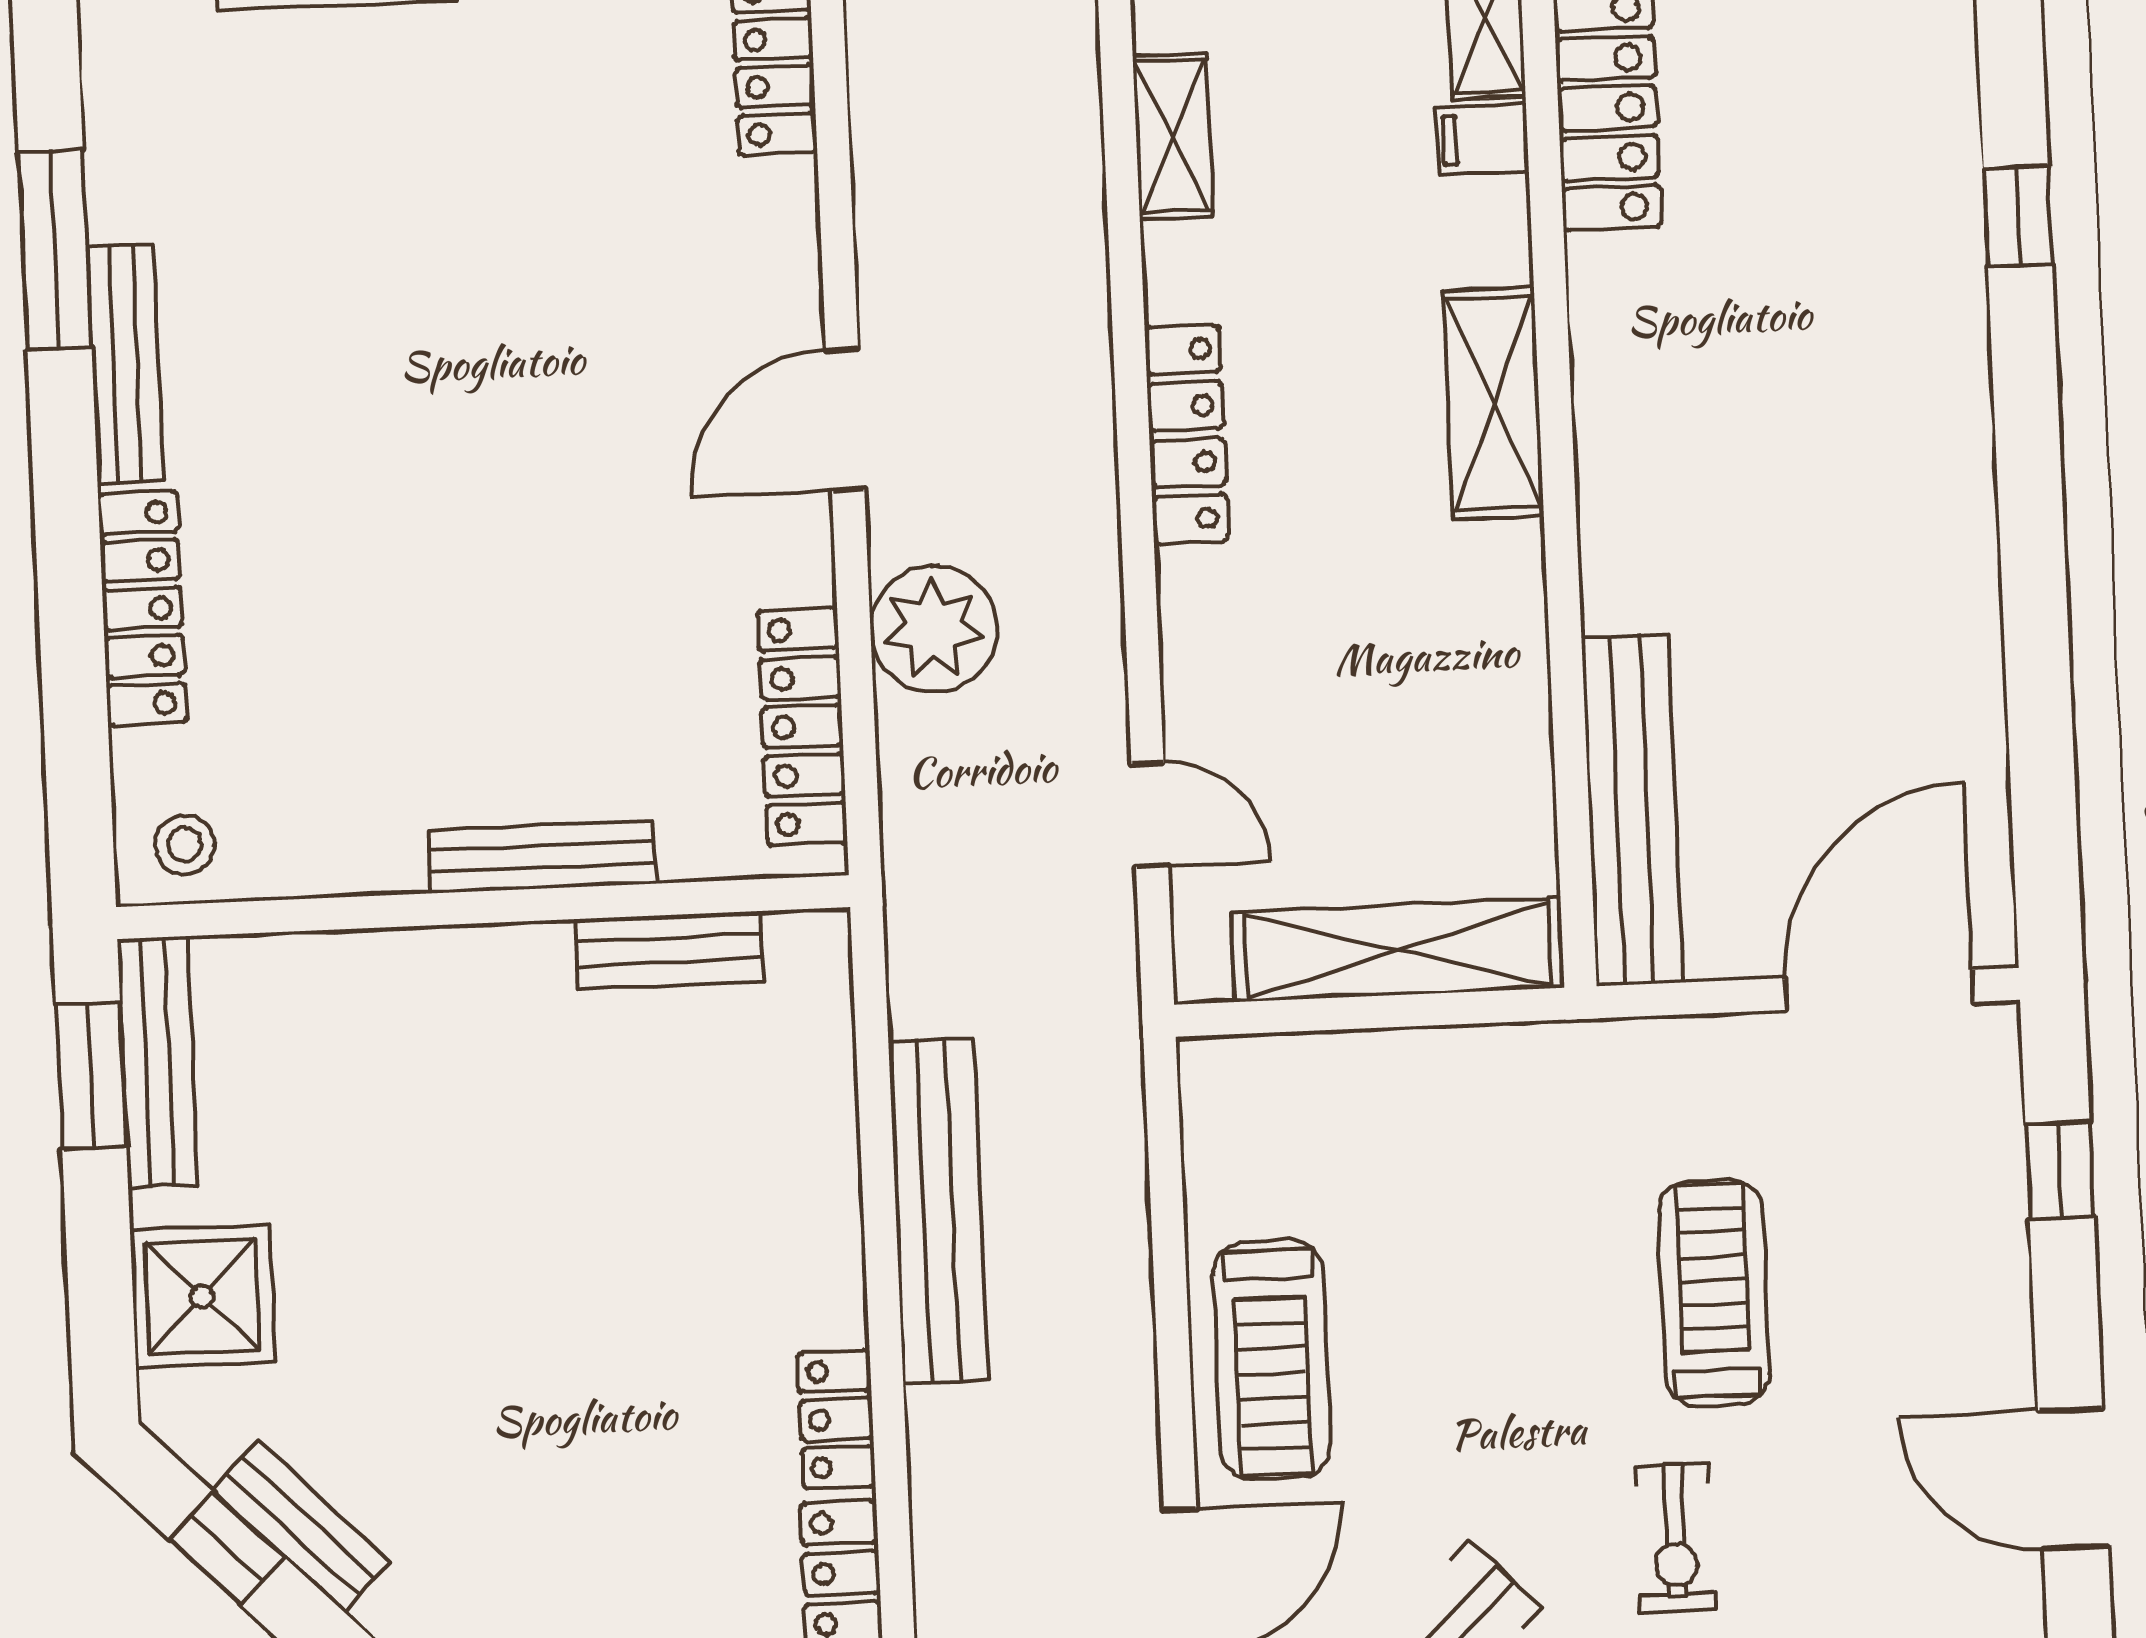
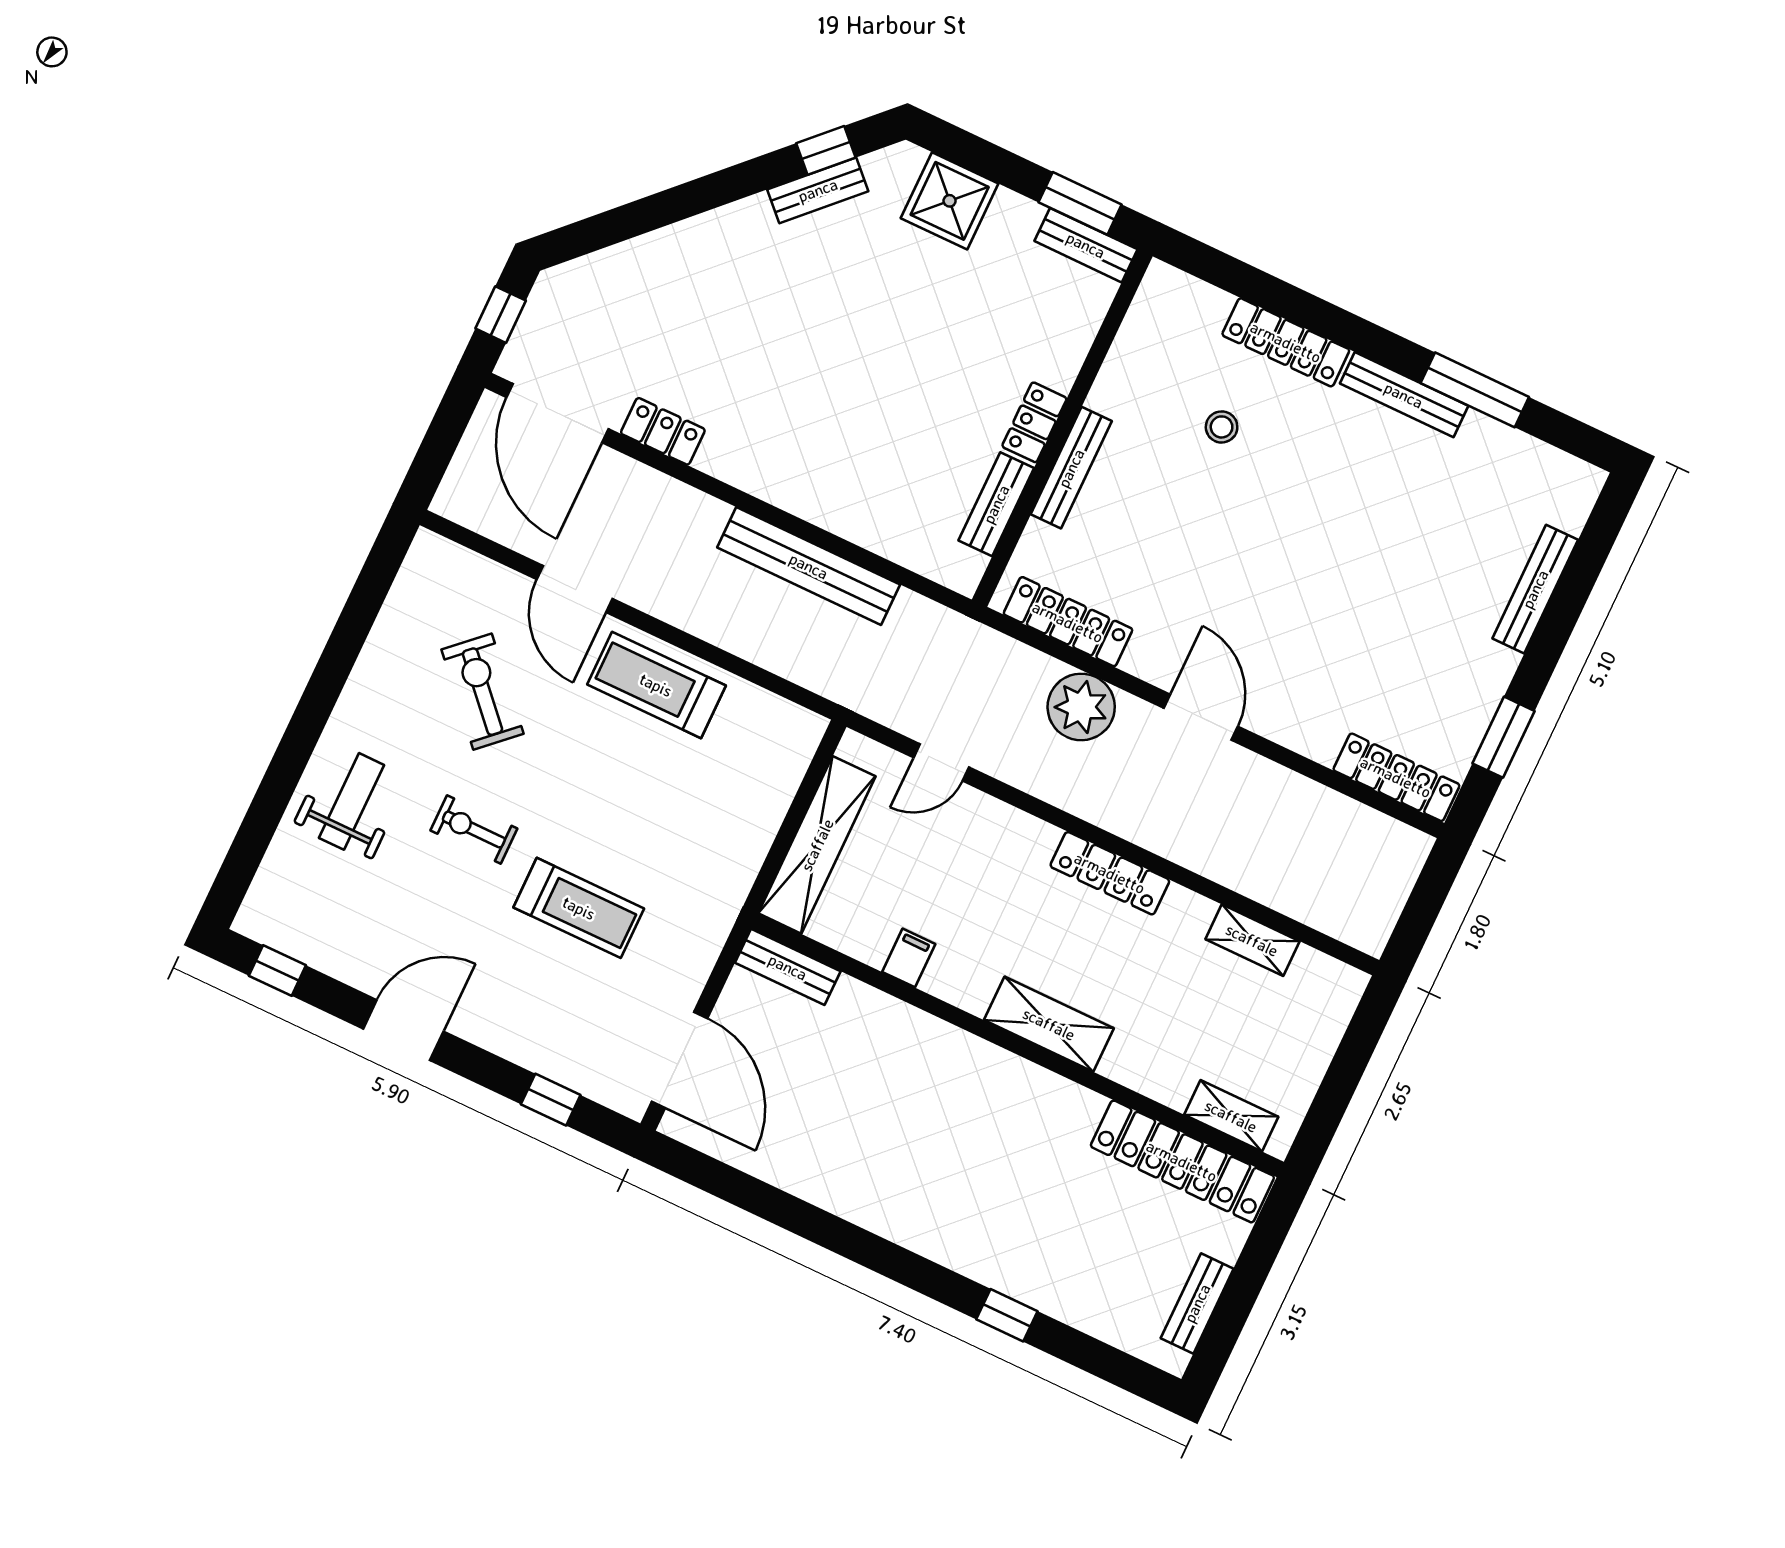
filing cabinet: (1482, 139) -> (909, 958), moved
bench: (1632, 810) -> (788, 967), width x0.54, depth x0.82
stool: (185, 845) -> (1222, 427), moved
bench: (158, 1062) -> (1086, 245), width x0.73
locker: (836, 1419) -> (1034, 422), moved, turned -90

